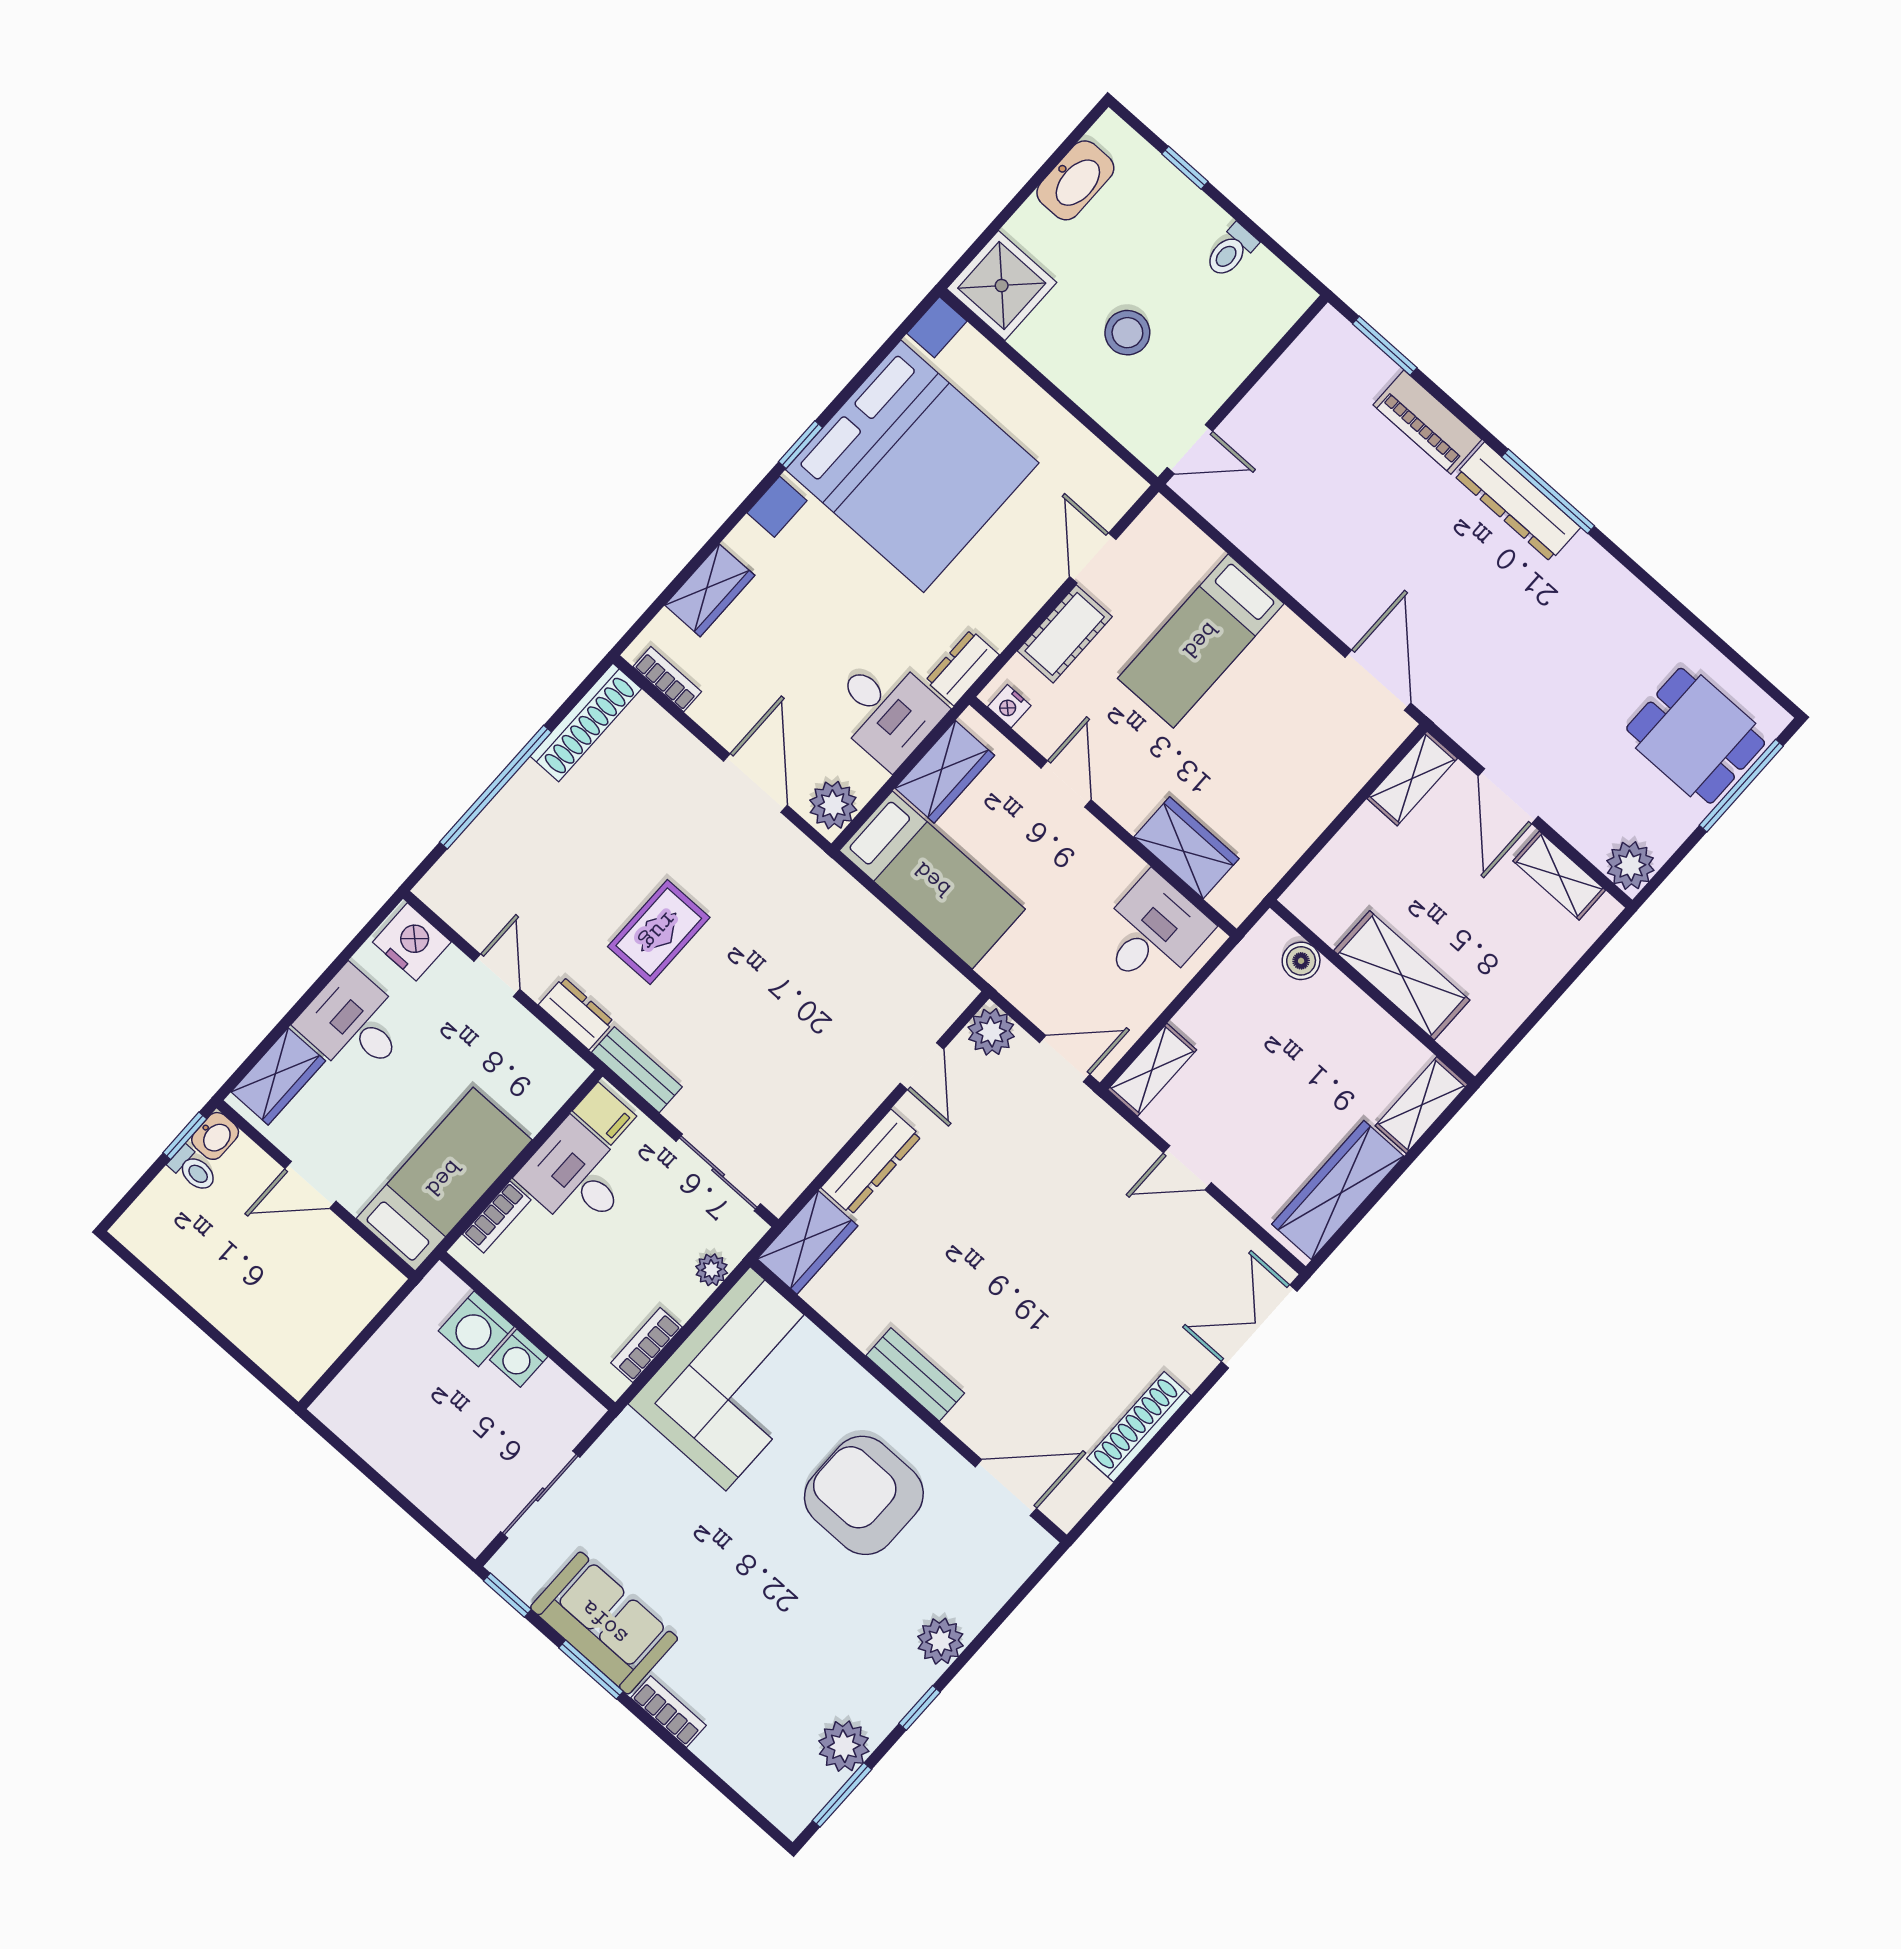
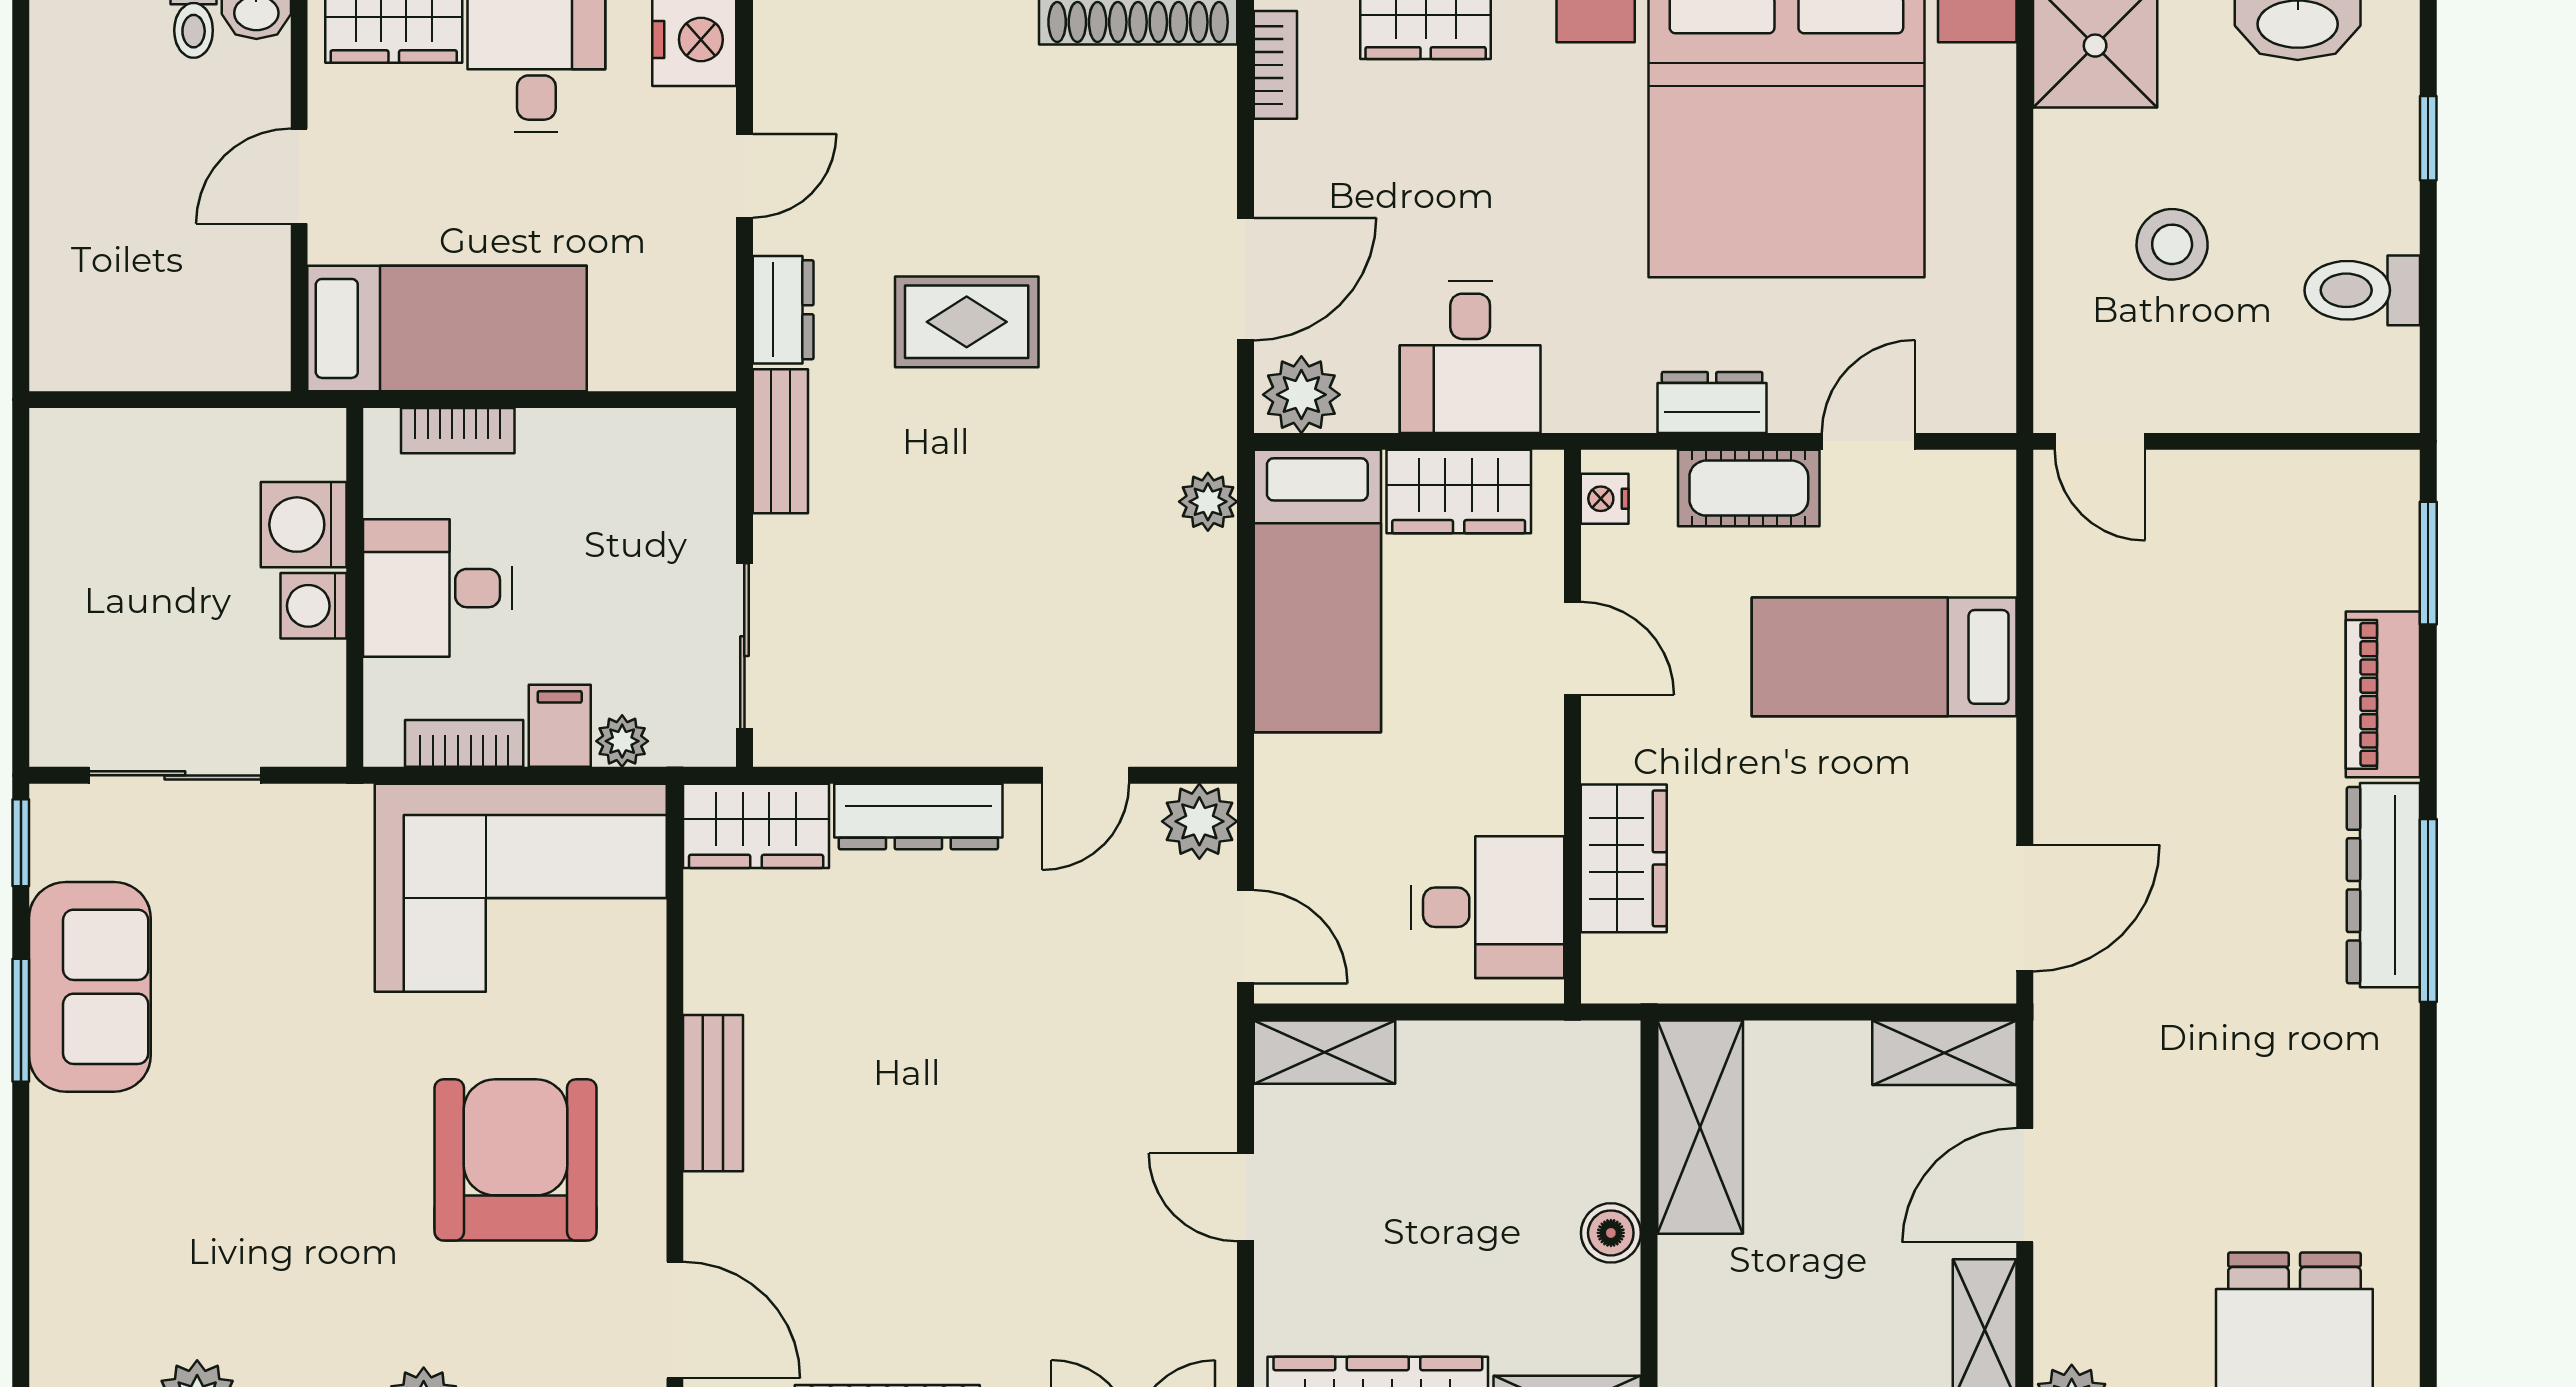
toilet: (1231, 251) -> (2362, 290), width x1.37, depth x1.39
dresser: (962, 668) -> (1712, 402), moved
door: (1066, 784) -> (1572, 648), hinge flipped
plant: (844, 894) -> (1208, 502), added
boiler: (1301, 961) -> (1611, 1233), moved
shelving: (1402, 975) -> (1700, 1127), moved
filing cabinet: (604, 1114) -> (560, 726), moved, turned 180
desk: (576, 1177) -> (437, 588), moved, turned -90
door: (311, 1185) -> (299, 176), hinge flipped
bookcase: (668, 1712) -> (53, 1157), removed

